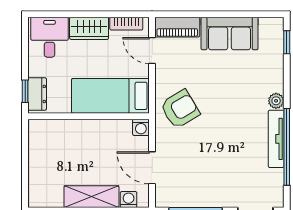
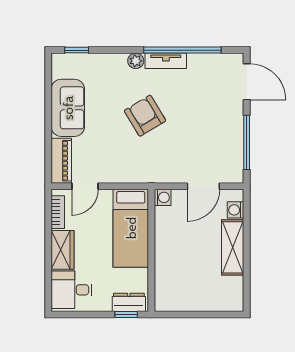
armchair: (180, 109) -> (145, 116), moved
tv unit: (276, 139) -> (166, 61), width x0.71

